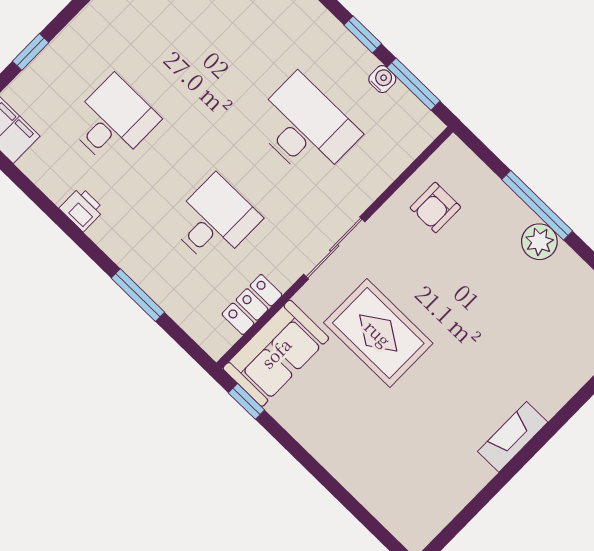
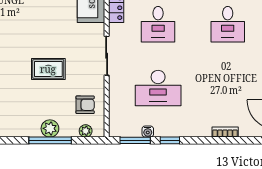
plant: (472, 169) -> (86, 131), added
armchair: (435, 207) -> (85, 105), turned 90
plant: (539, 242) -> (50, 128), moved
rug: (378, 333) -> (48, 69), moved, width x0.73, depth x0.70

